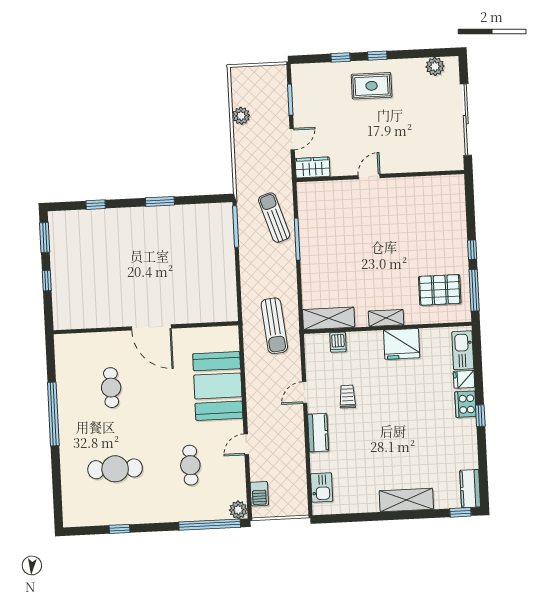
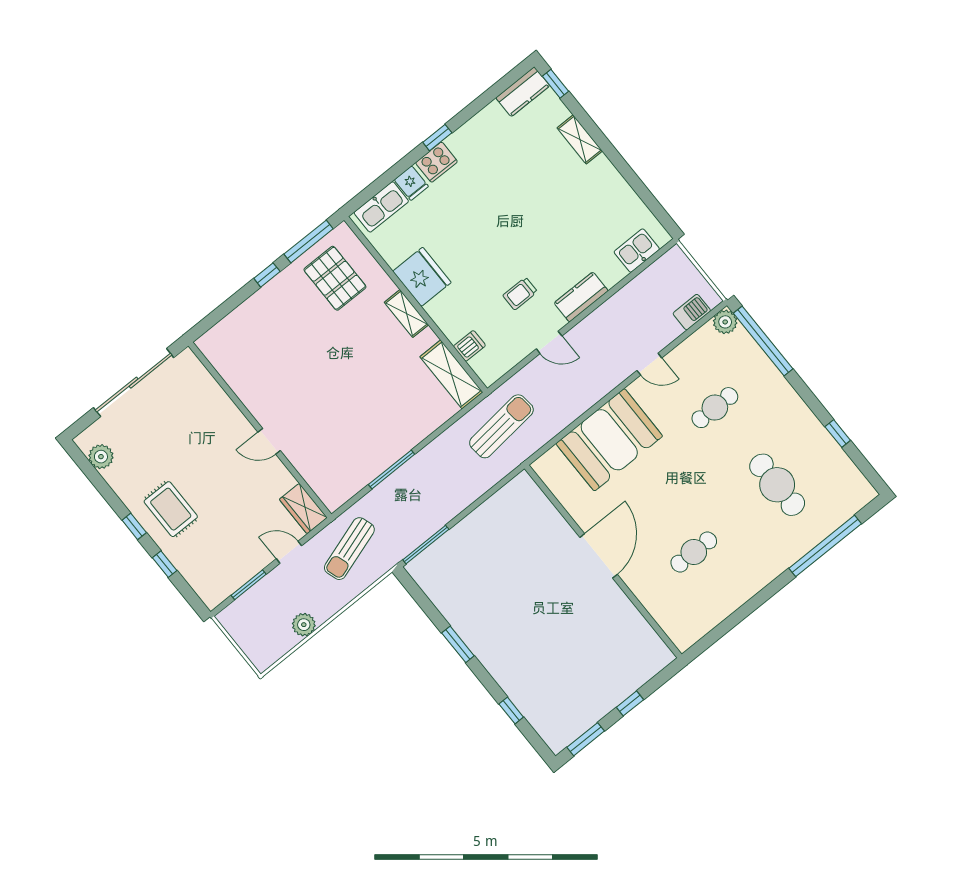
sun lounger: (274, 218) -> (349, 549), moved
window: (53, 414) -> (825, 546), moved
shelving: (406, 500) -> (580, 139), width x0.67, depth x0.75

